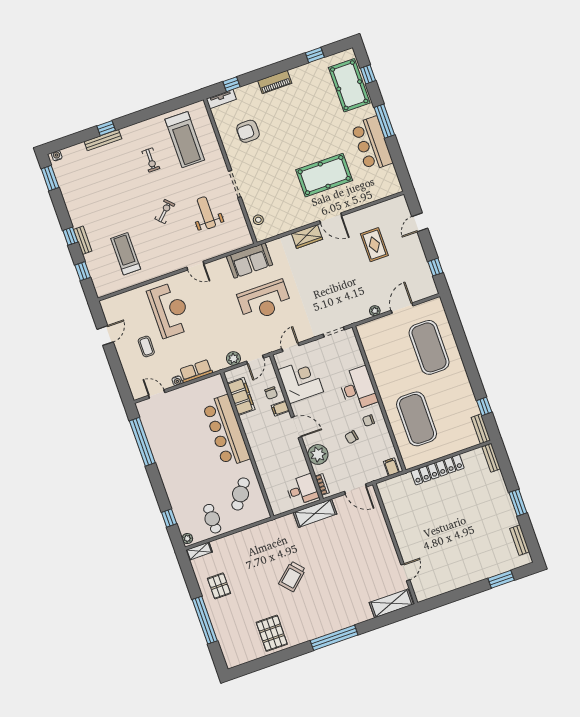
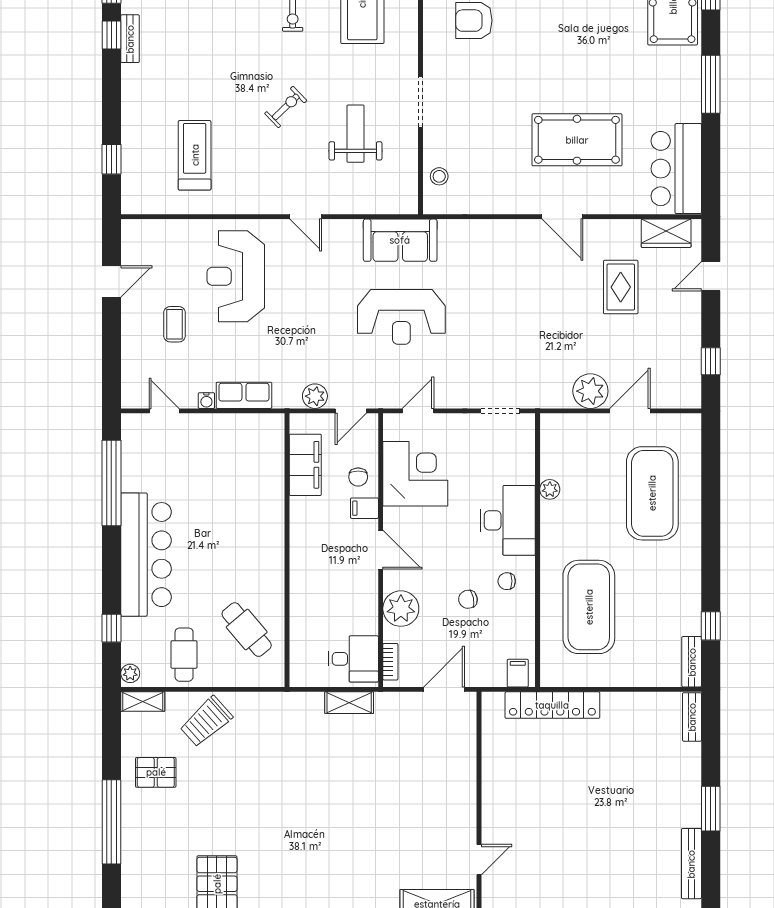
bar counter: (372, 144) -> (676, 169), moved
window: (70, 236) -> (111, 35), moved
wardrobe: (307, 236) -> (666, 233), moved
bench: (83, 240) -> (130, 39), moved
reception desk: (170, 310) -> (236, 276), turned 180
plant: (375, 311) -> (590, 391), width x1.88, depth x1.88
plant: (374, 364) -> (550, 489), added
bar counter: (226, 431) -> (146, 555), moved, turned 180
locker: (437, 470) -> (552, 705), moved
door: (356, 489) -> (444, 689), swing flipped
cafe table: (241, 494) -> (247, 630), turned -75
shelving: (315, 513) -> (349, 703), width x0.67, depth x0.75
bench: (520, 540) -> (691, 864), width x1.36
trolley: (292, 576) -> (206, 722), moved
pallet: (219, 586) -> (156, 772), turned 90

